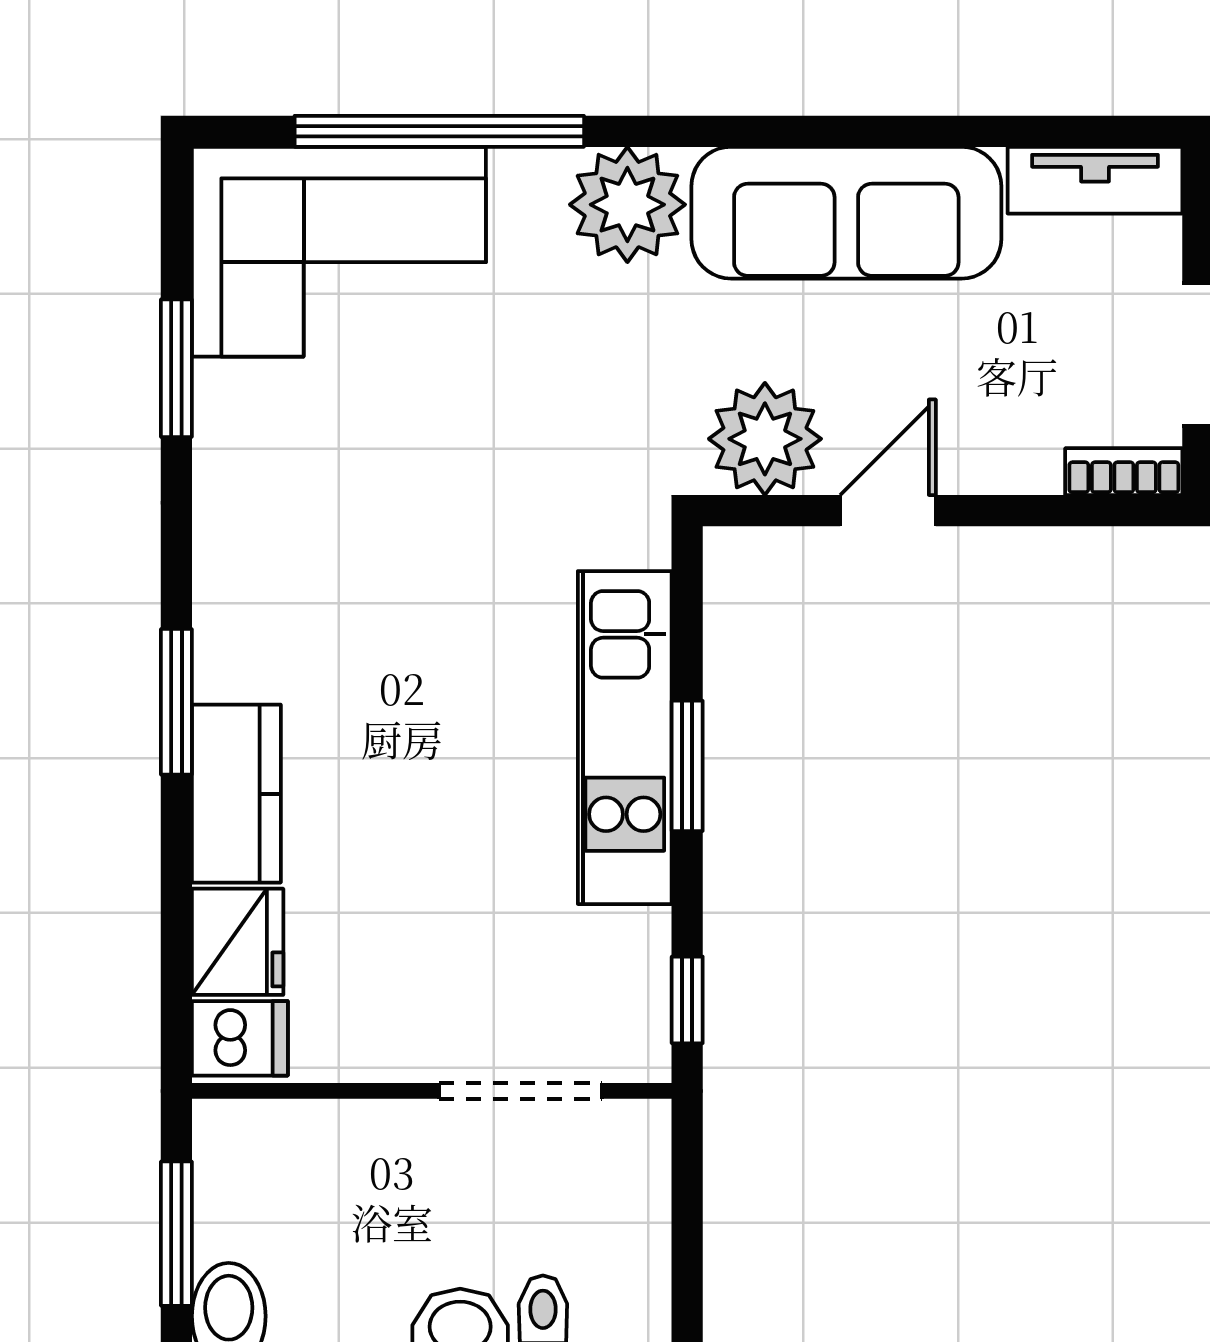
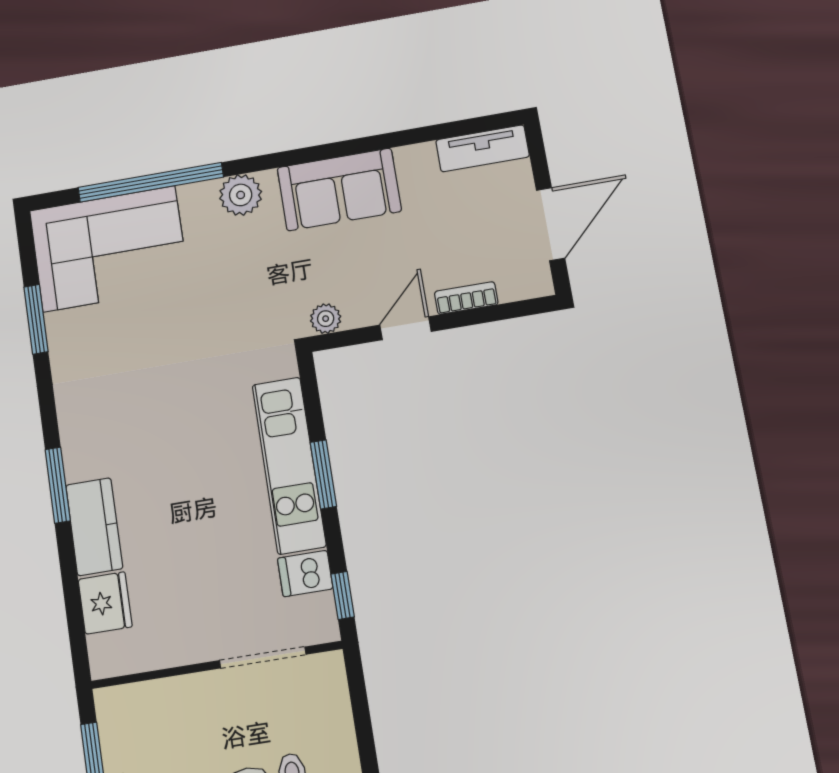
plant: (627, 205) -> (241, 195), width x0.73, depth x0.73
sofa: (846, 213) -> (339, 189), width x0.73
plant: (765, 439) -> (326, 319), width x0.53, depth x0.53
bookcase: (1124, 472) -> (466, 298), moved
dishwasher: (240, 1038) -> (305, 573), moved, turned 180

